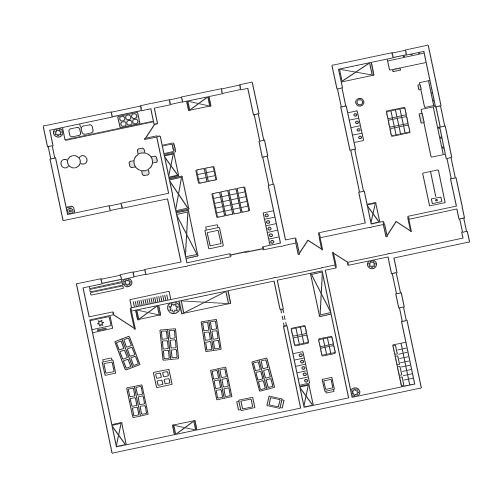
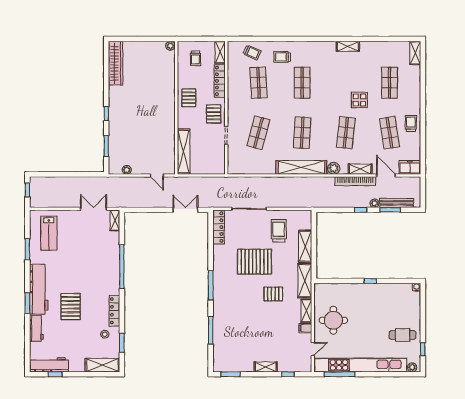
shelving: (187, 234) -> (305, 246), width x0.68
shop shelf: (253, 327) -> (258, 133), added

